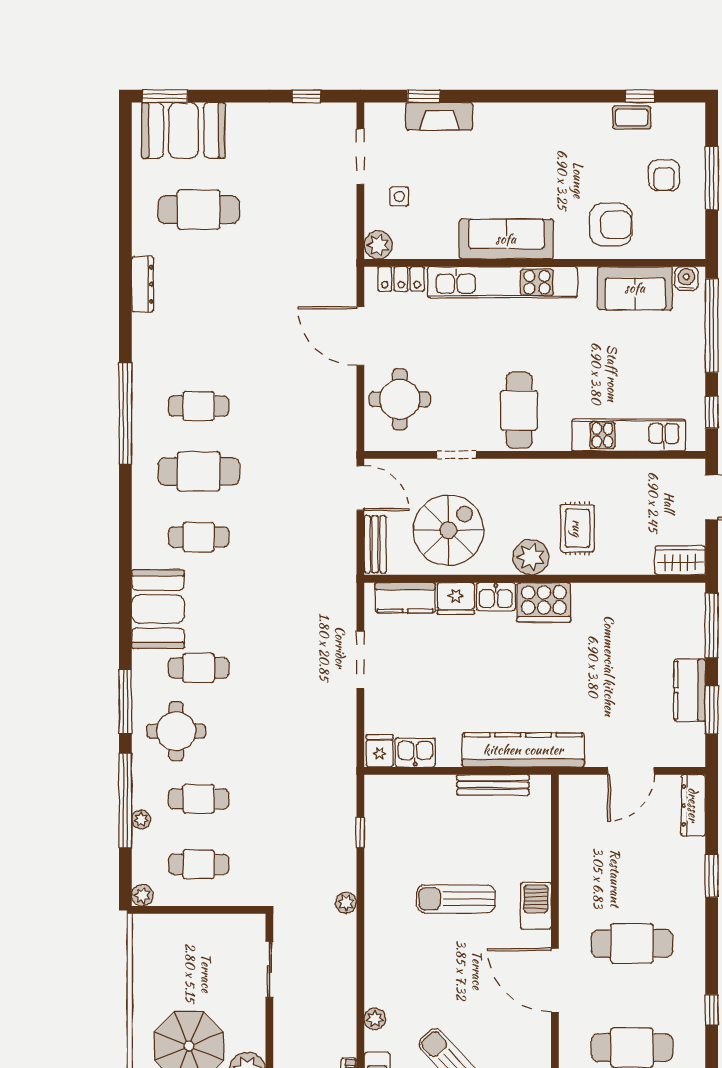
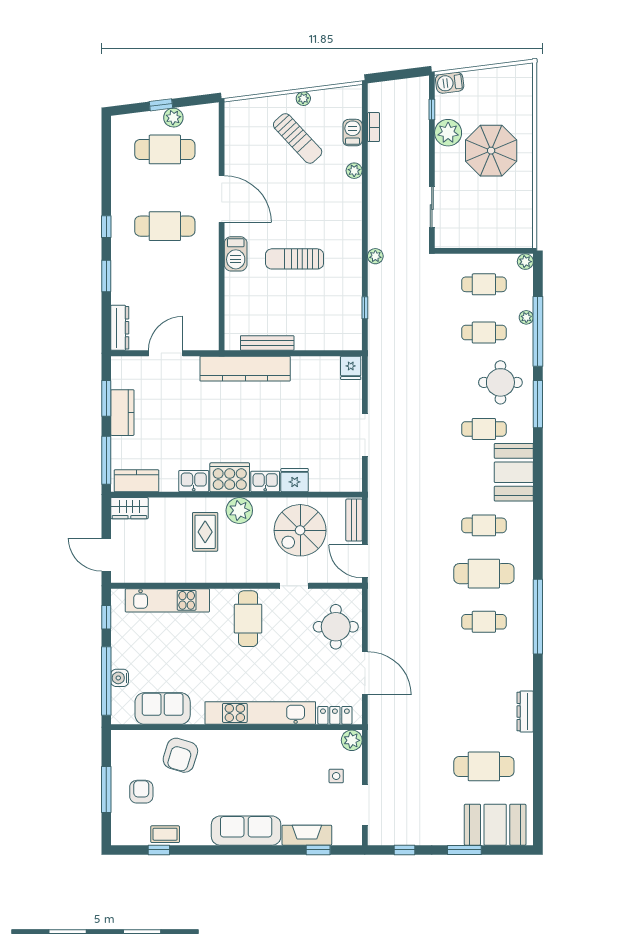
window: (165, 96) -> (464, 850), moved
armchair: (611, 225) -> (180, 755), turned -73
sofa: (506, 239) -> (246, 831), moved, turned 180
water cooler: (686, 279) -> (120, 678), moved, turned 90
kitchen counter: (405, 598) -> (136, 481), moved
kitchen sink: (415, 752) -> (194, 481), moved, turned 180
sun lounger: (456, 899) -> (295, 259), turned 180
window: (712, 1010) -> (106, 227), moved

